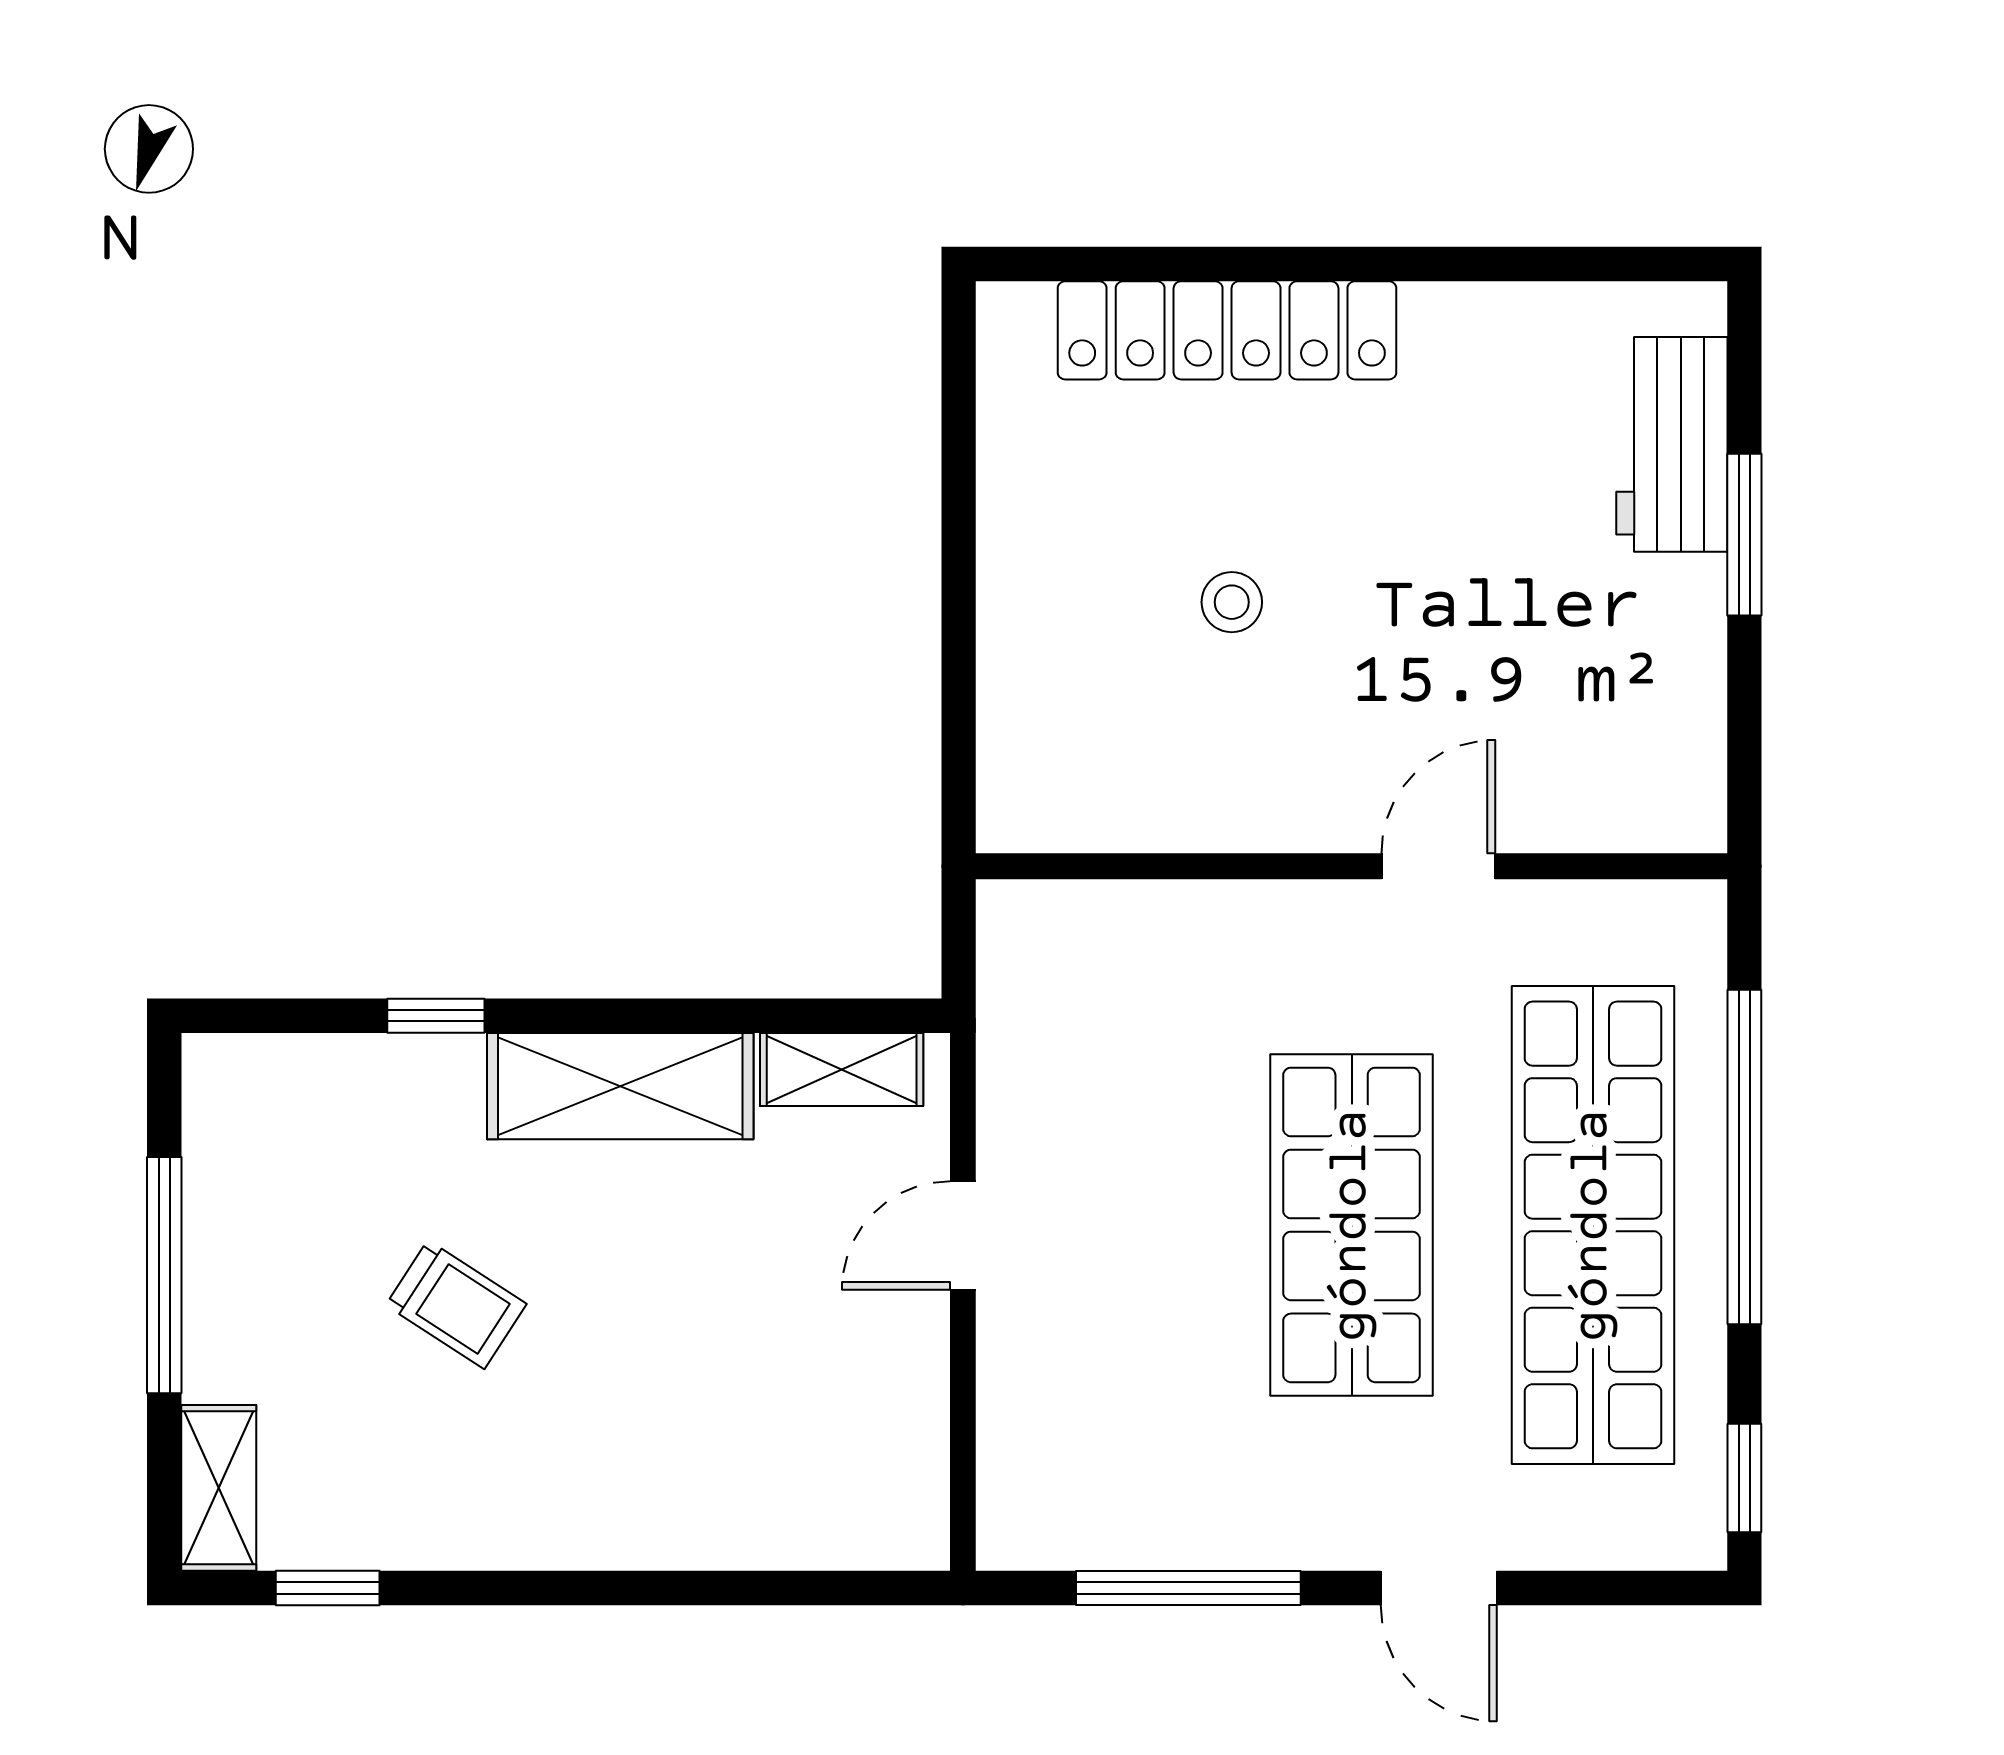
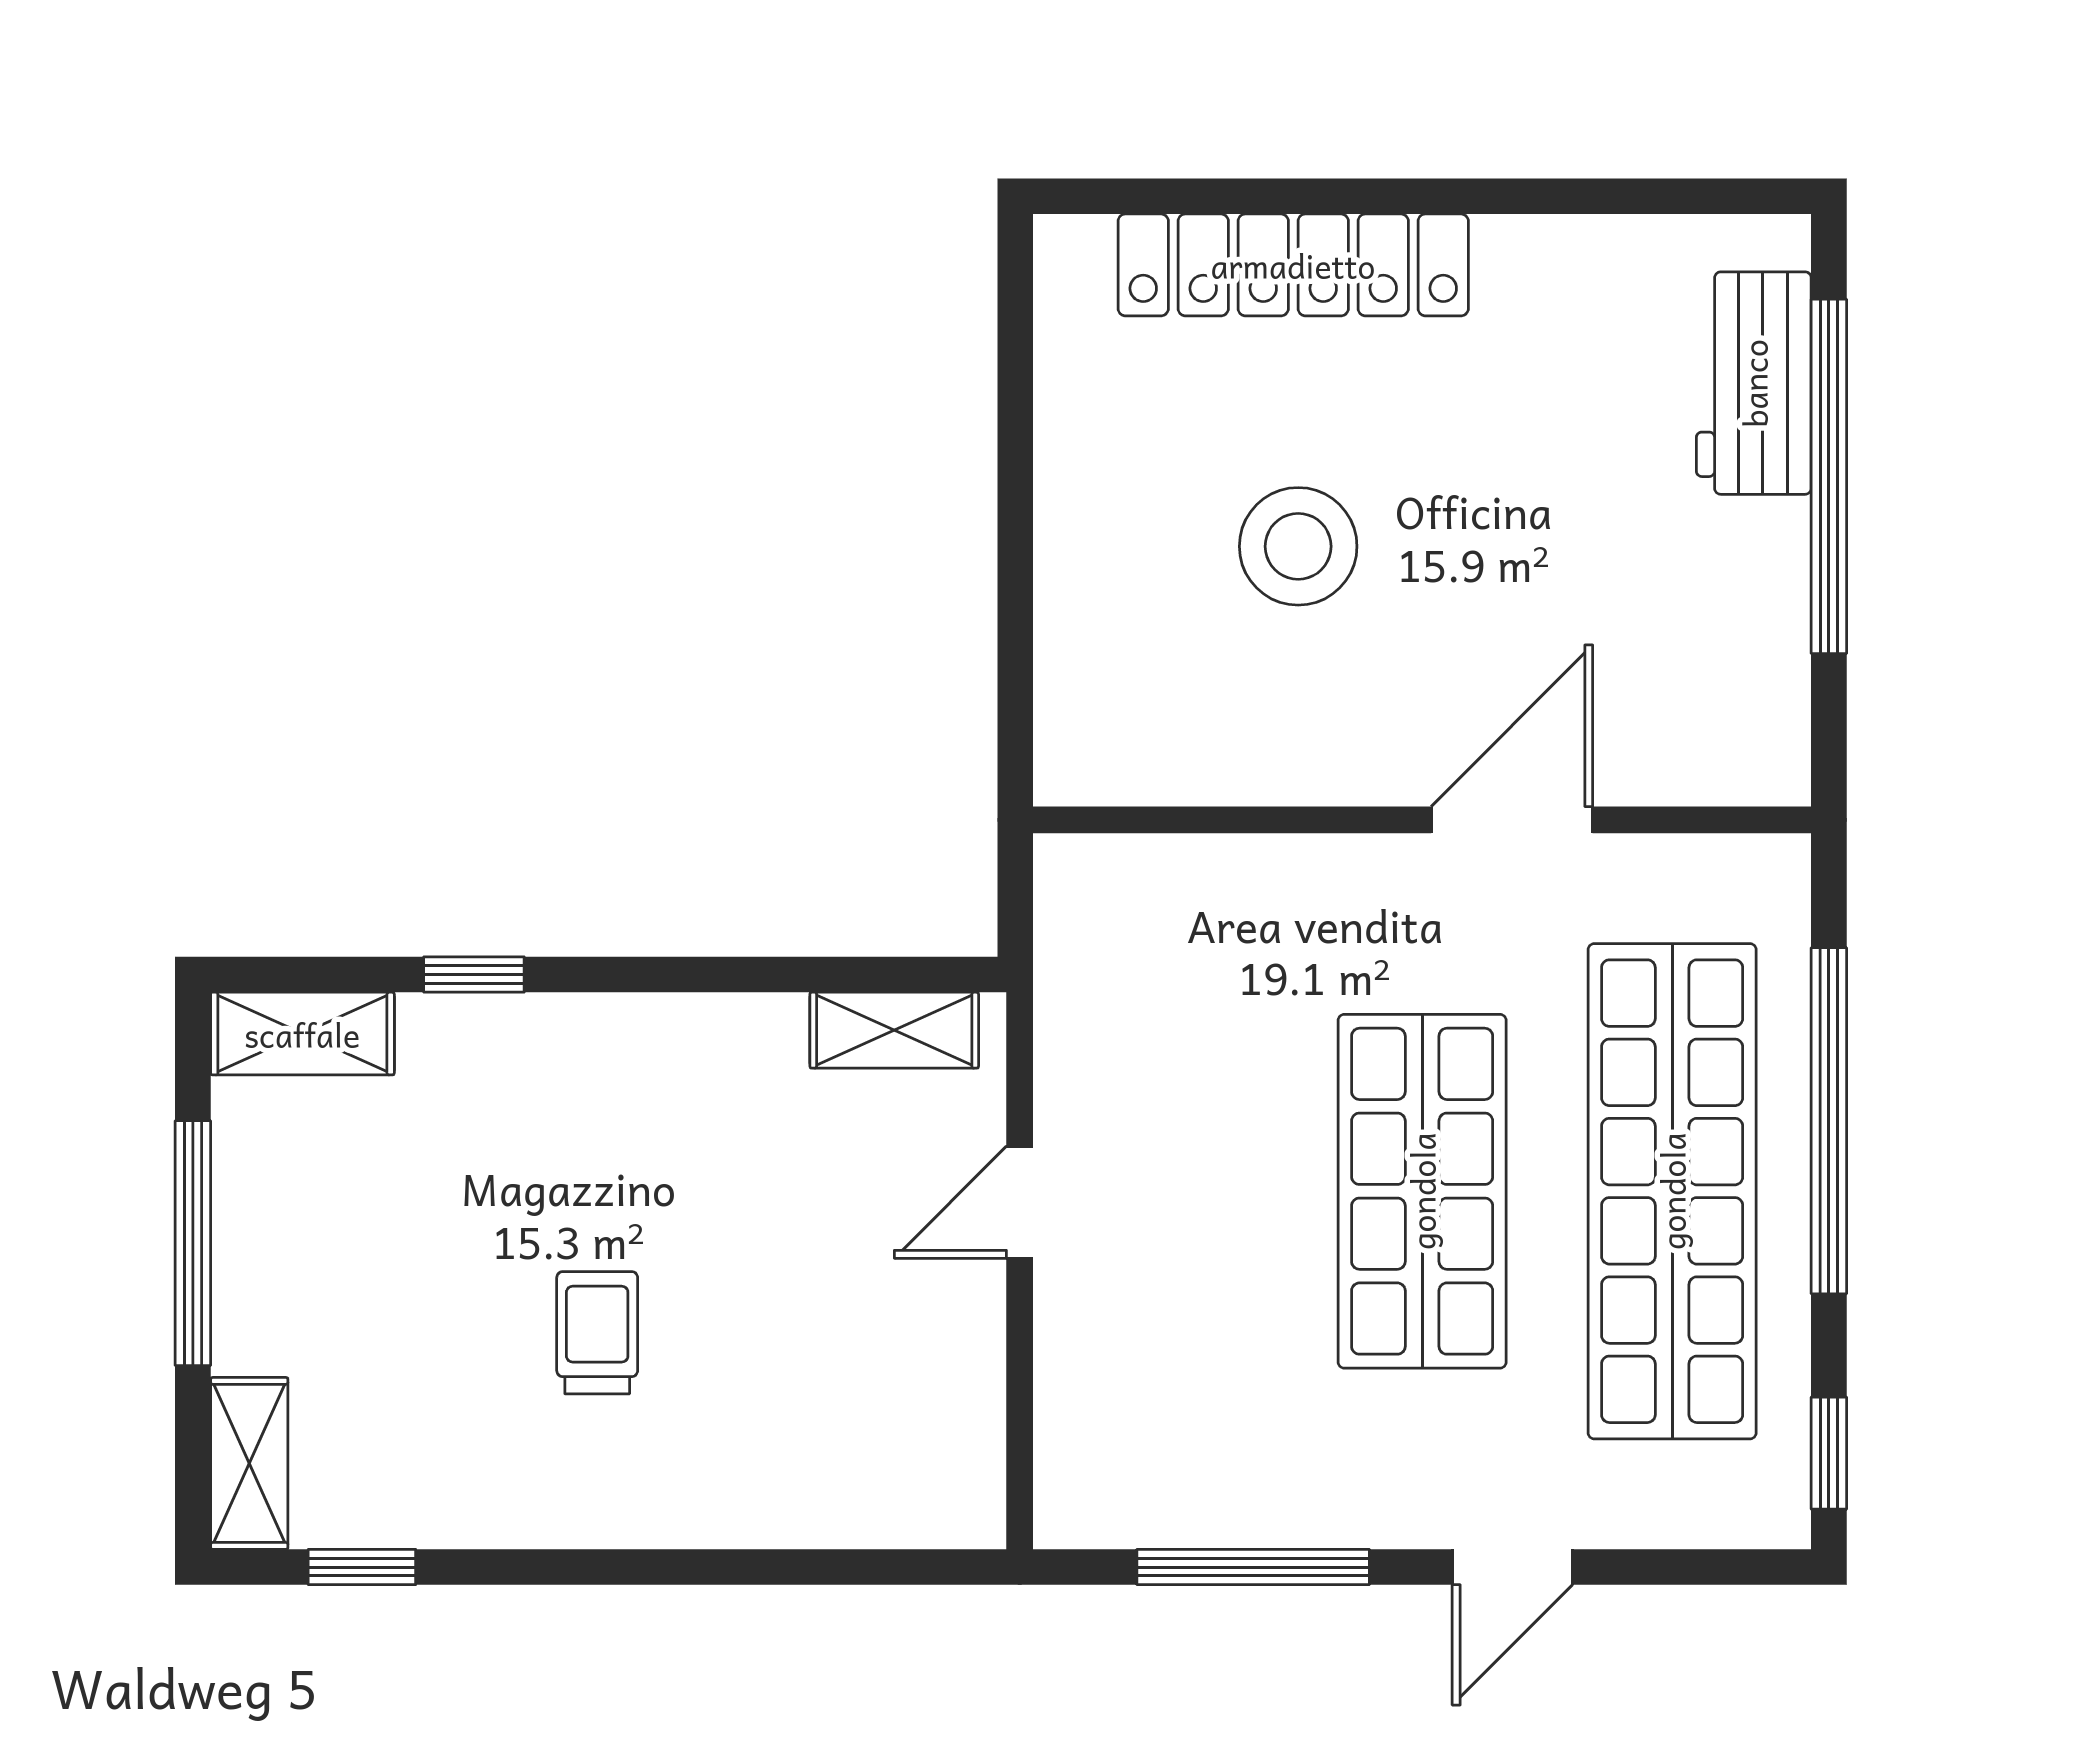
window: (1744, 535) -> (1829, 476), width x2.11
stool: (1232, 602) -> (1298, 546), width x1.89, depth x1.89
door: (1438, 866) -> (1512, 820), width x1.37
shelving: (620, 1086) -> (302, 1034), moved, width x0.67, depth x0.75
trolley: (456, 1304) -> (597, 1333), moved, turned -123
door: (1439, 1588) -> (1512, 1567), hinge flipped

